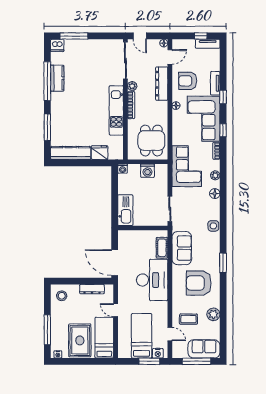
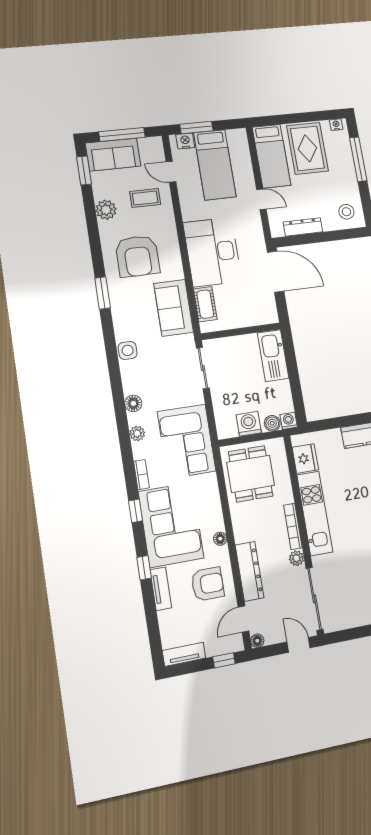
window: (201, 36) -> (224, 660), moved
fridge: (100, 153) -> (305, 458), moved, turned -90
boiler: (133, 169) -> (272, 423), added
armchair: (199, 283) -> (137, 256), turned 90
window: (223, 341) -> (84, 170), added

